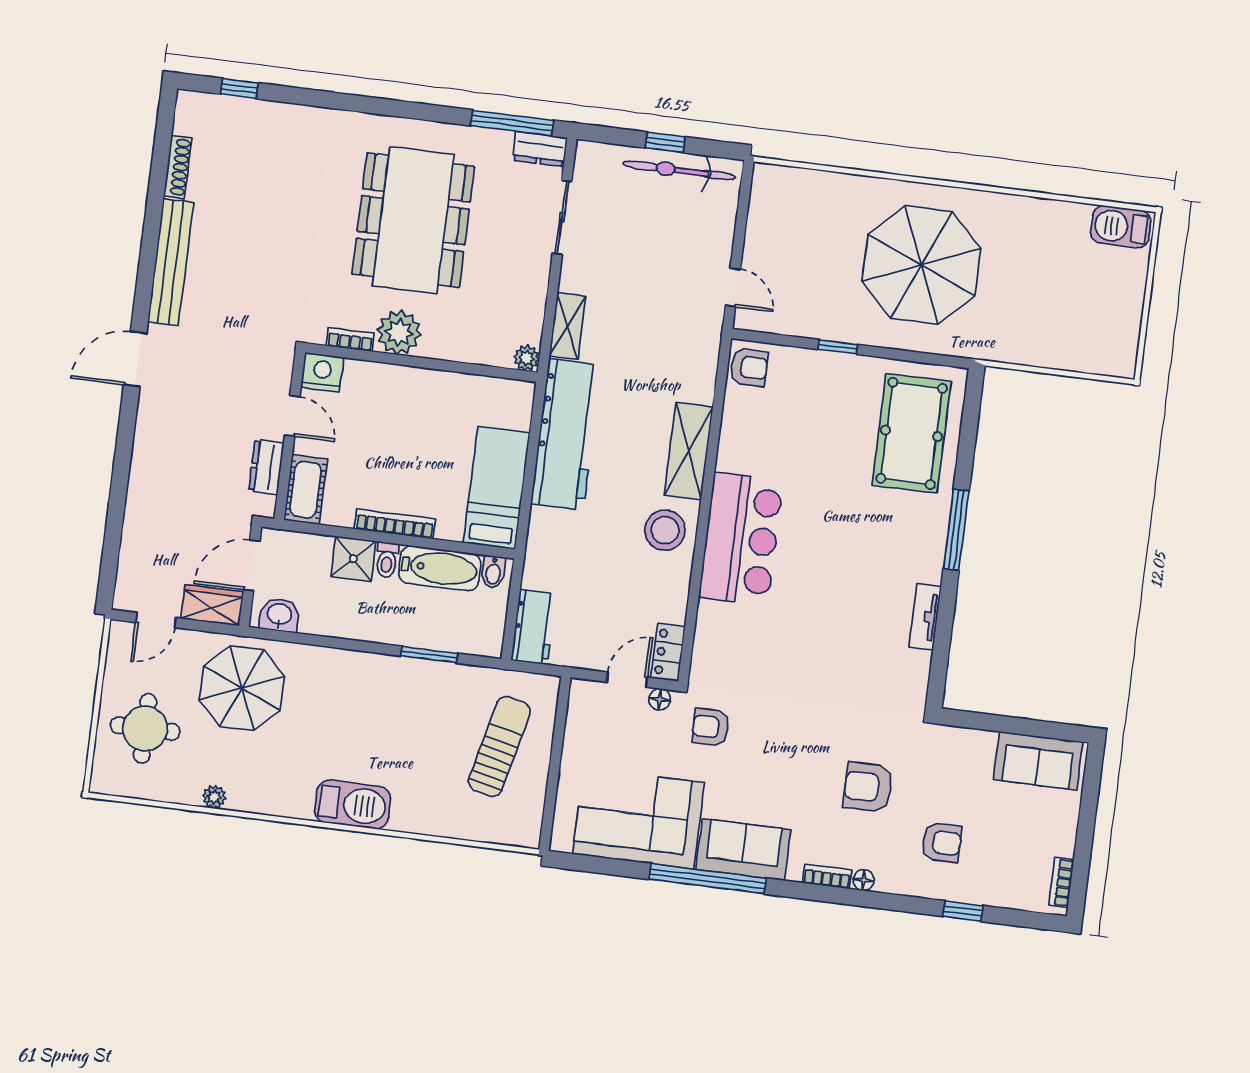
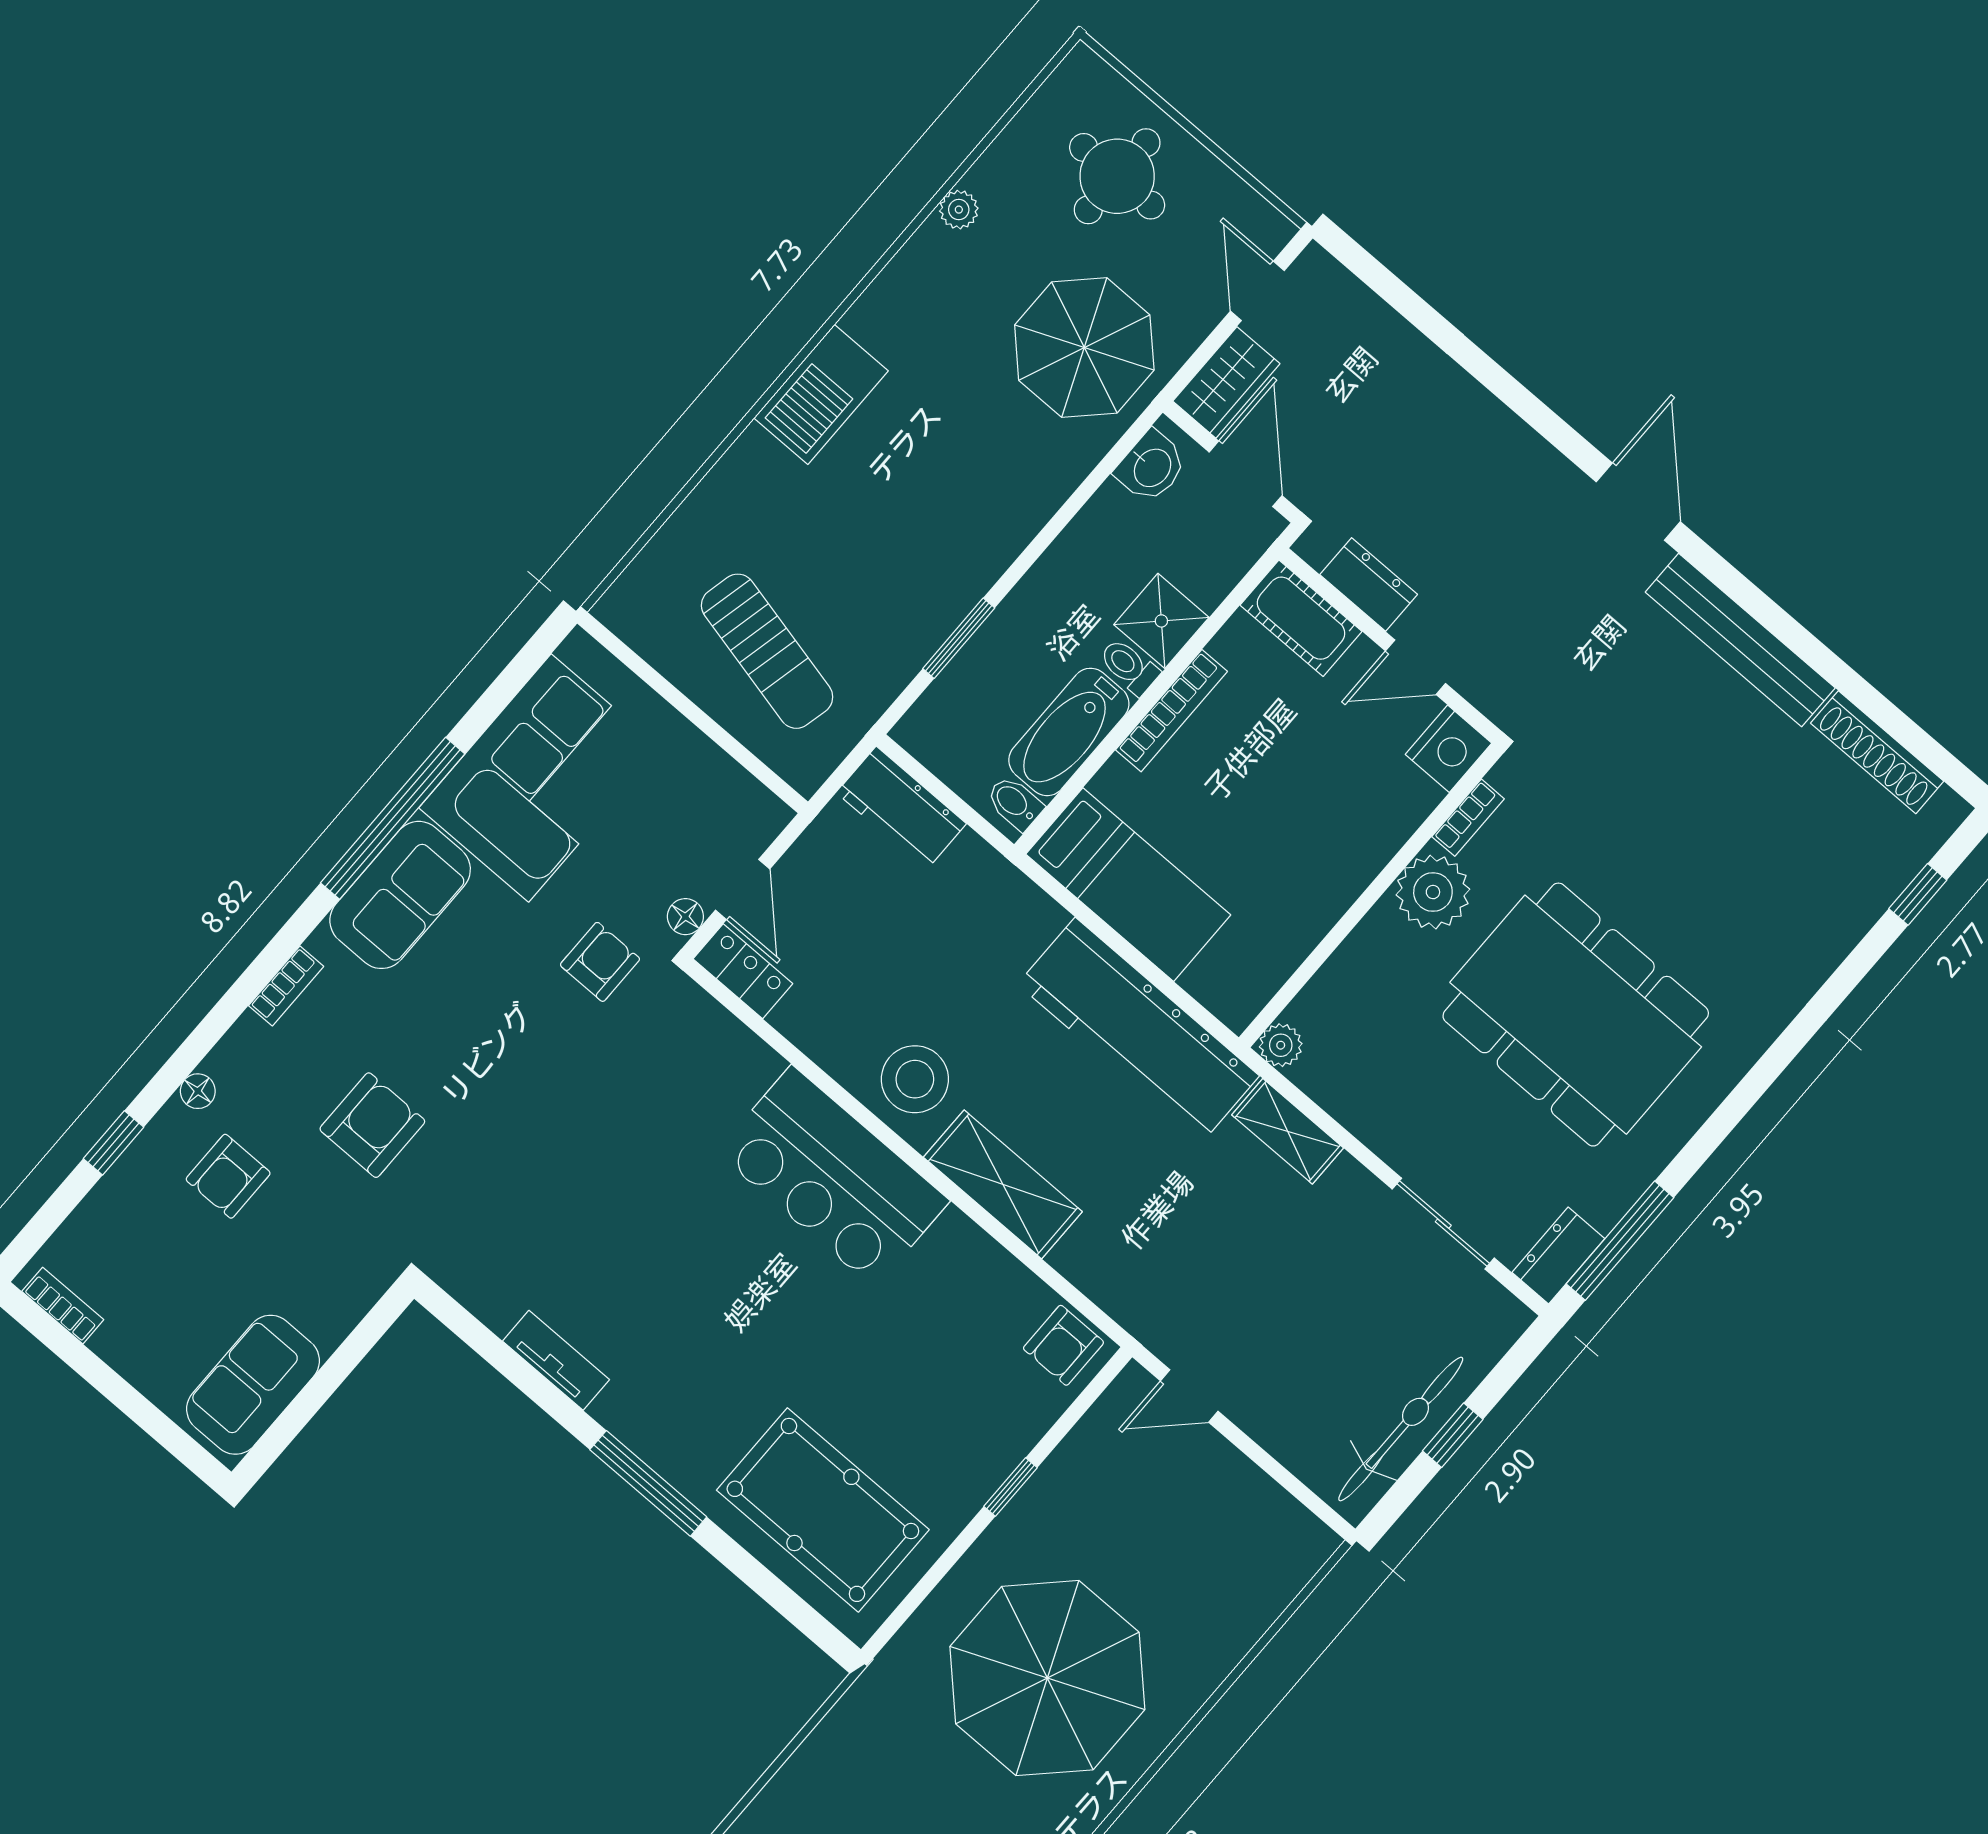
shoe rack: (178, 167) -> (1877, 752), width x1.36, depth x1.24
floor lamp: (864, 880) -> (198, 1091), moved

